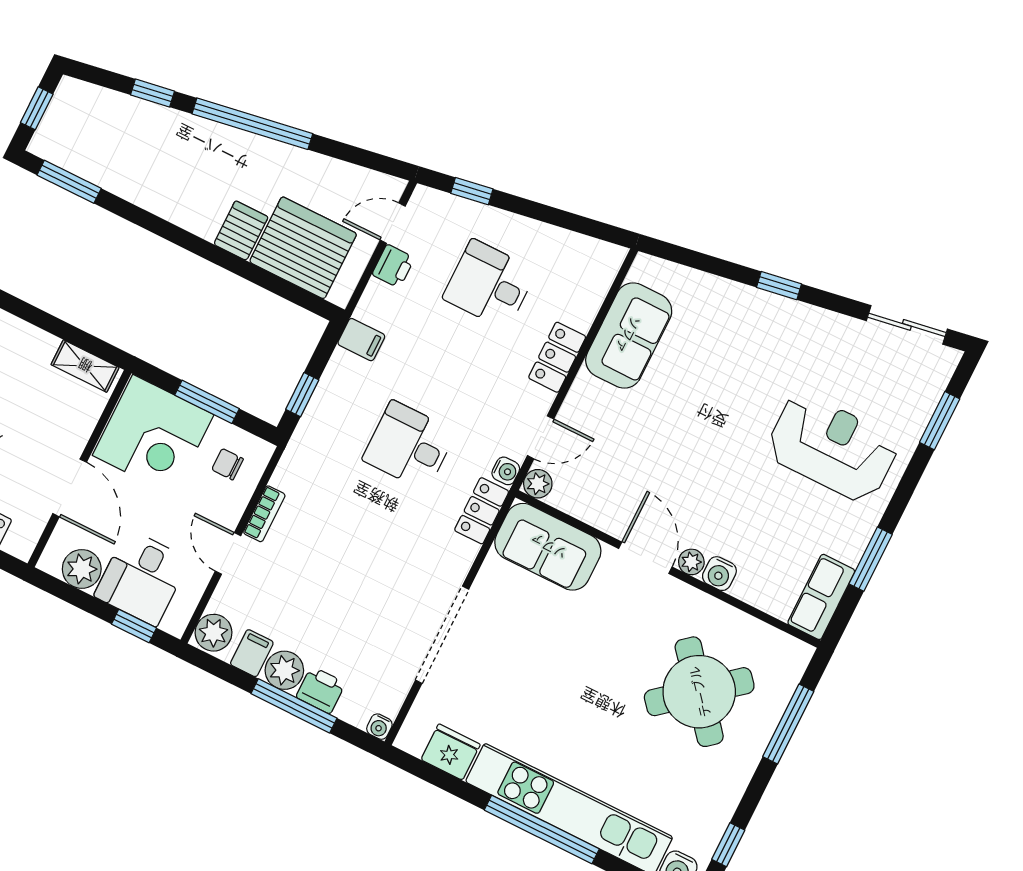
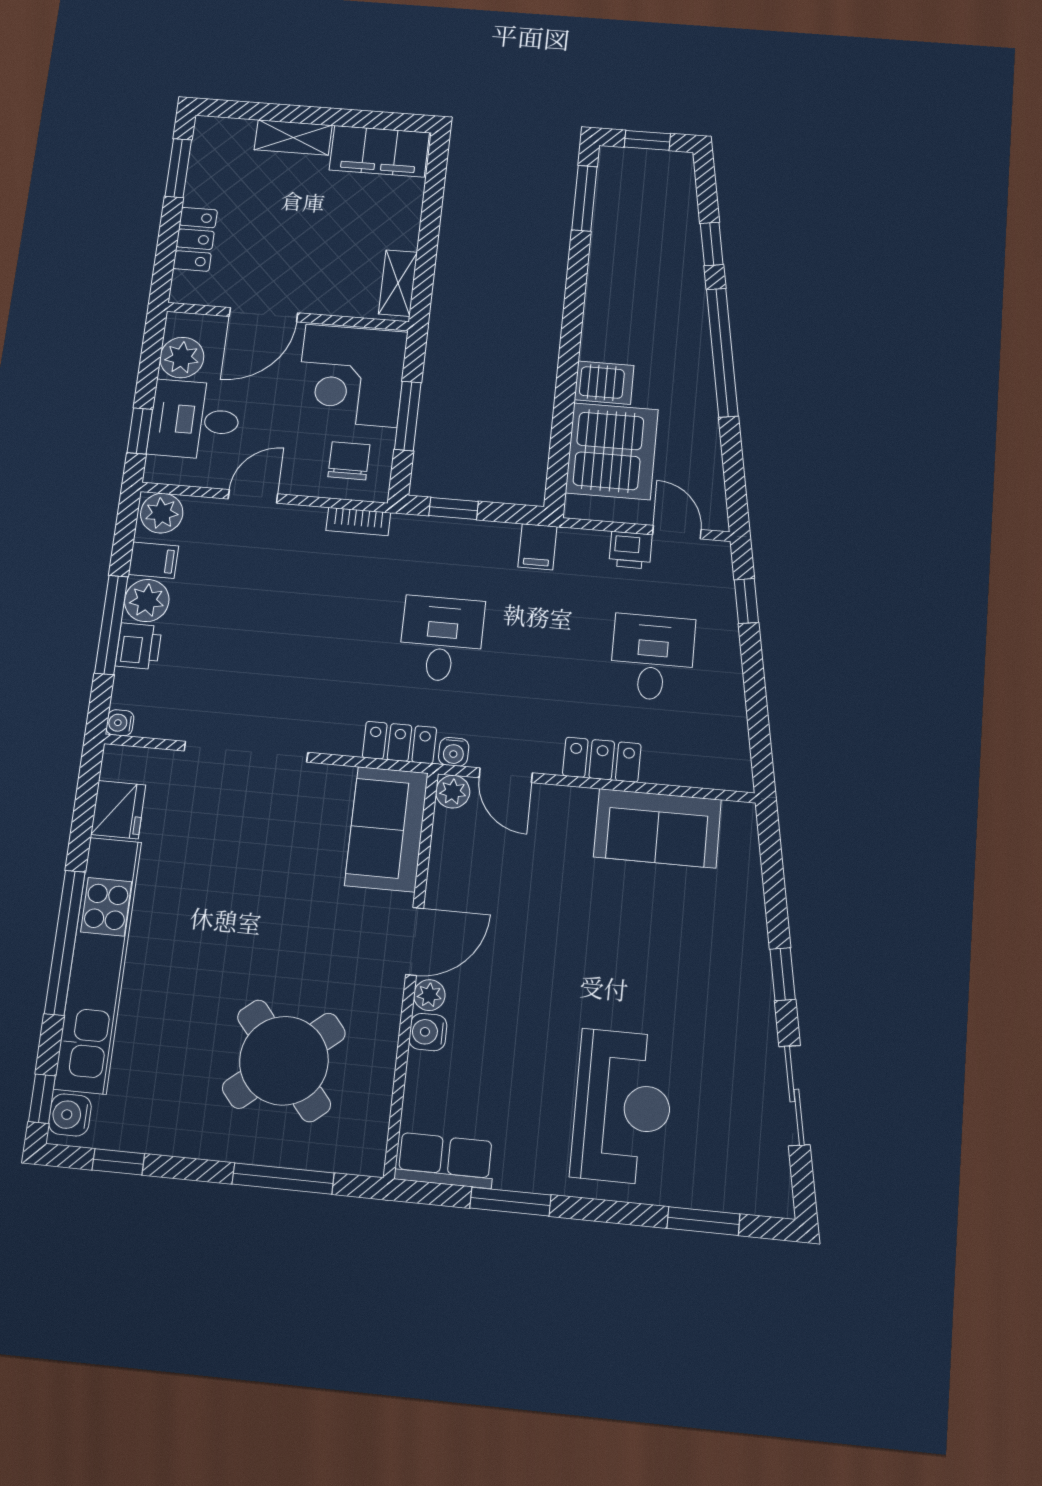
sliding door: (907, 325) -> (794, 1095), moved
chair: (228, 464) -> (349, 461), width x1.37, depth x1.37
bookcase: (264, 514) -> (358, 522), moved

